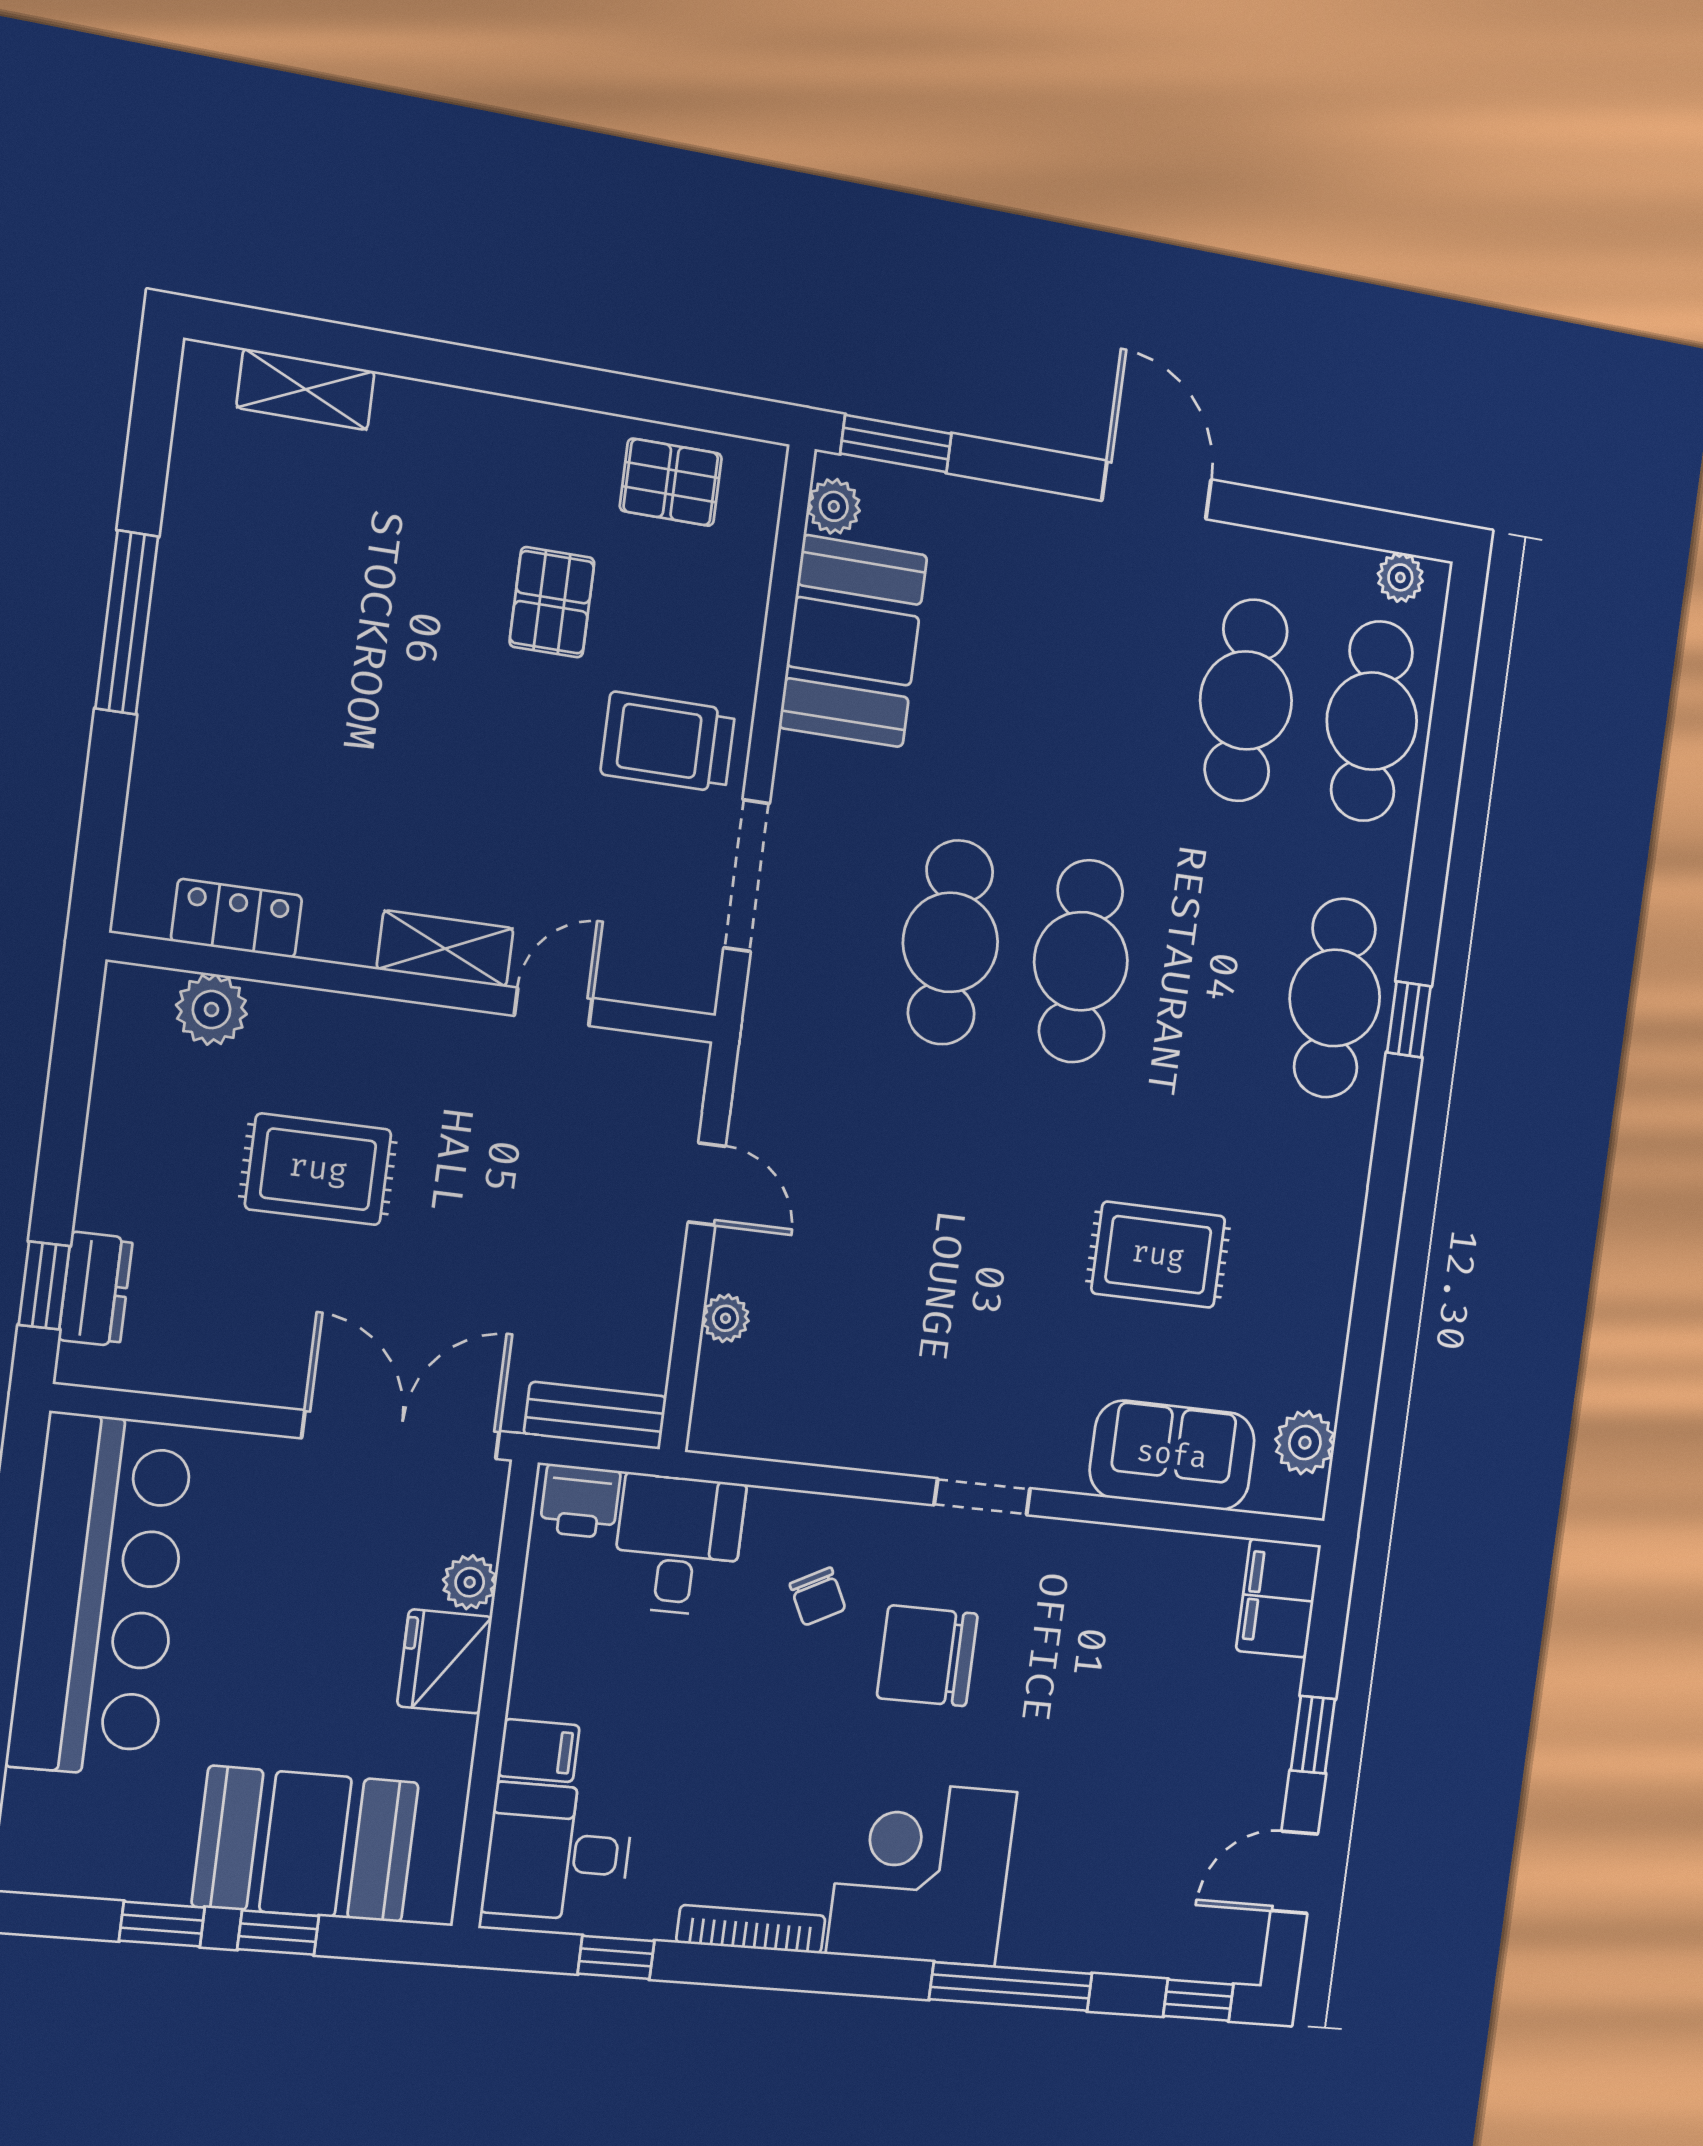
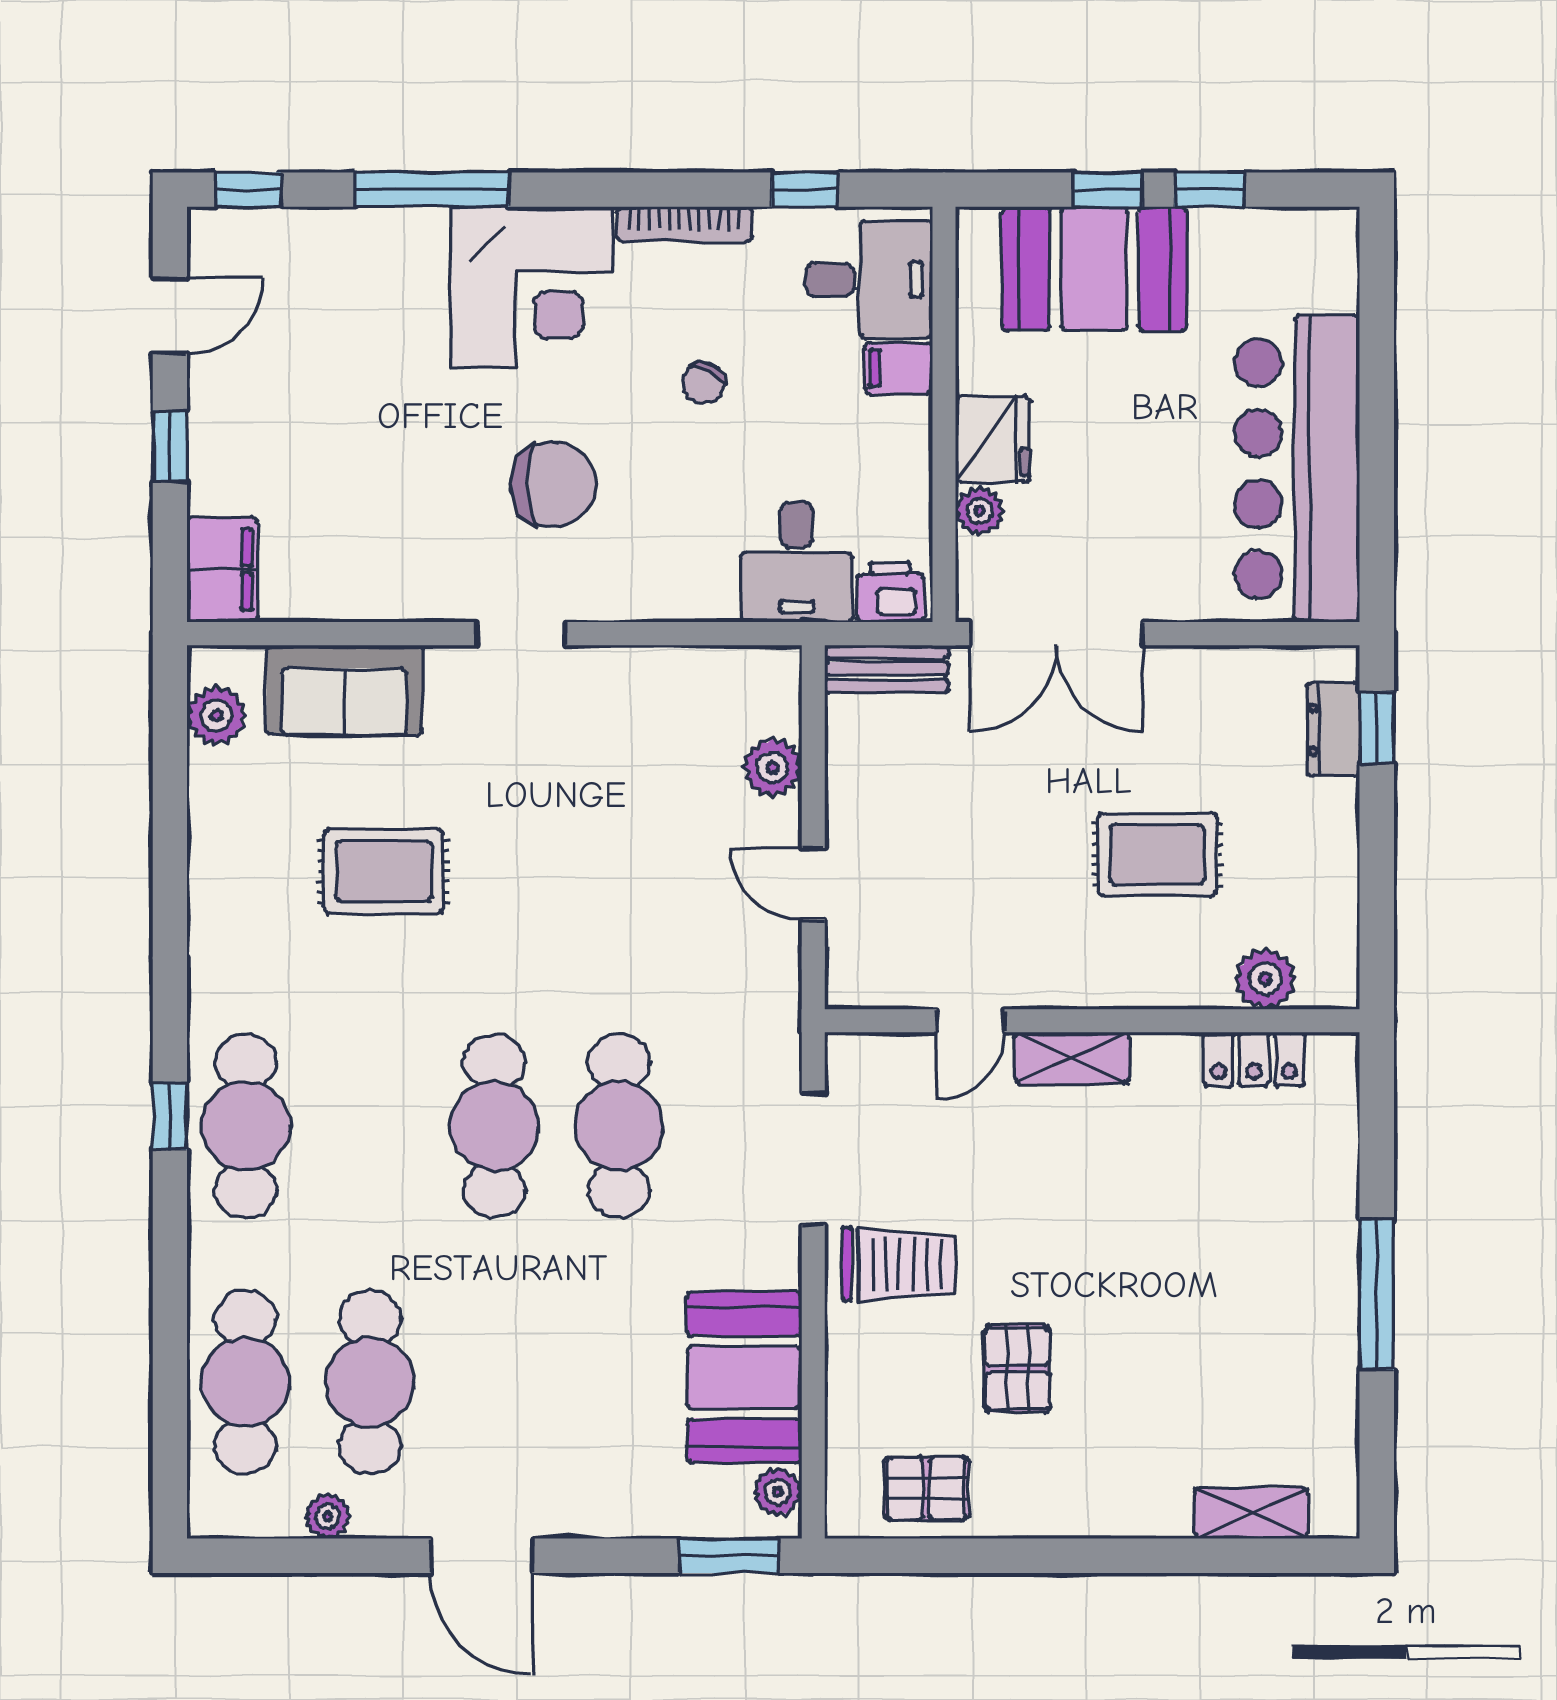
plant: (1400, 577) -> (328, 1516), moved
plant: (726, 1318) -> (772, 767), width x1.38, depth x1.38
chair: (818, 1597) -> (703, 383), moved, turned -124

